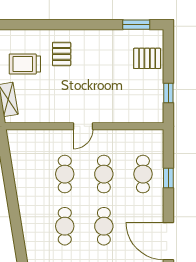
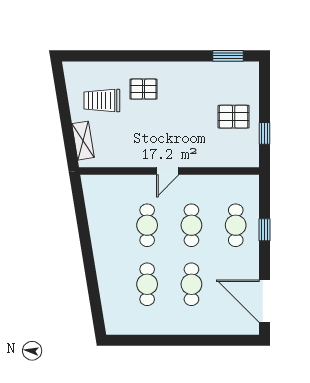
pallet: (62, 54) -> (144, 89), turned 90
pallet: (147, 58) -> (234, 117), moved

